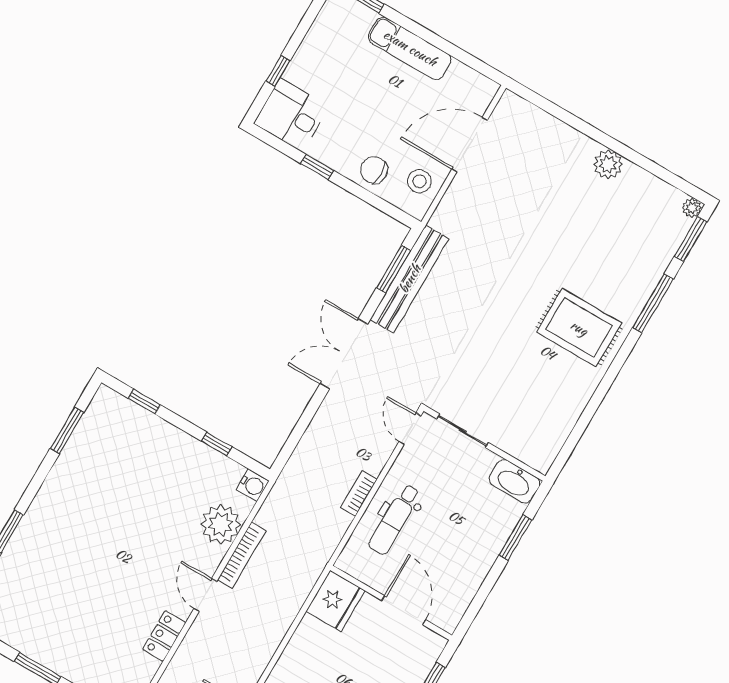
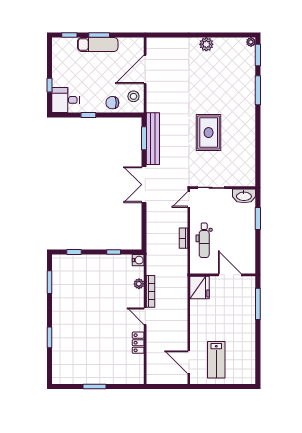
window: (422, 33) -> (99, 35), added
rug: (579, 328) -> (209, 133), moved, turned 90
door: (410, 429) -> (189, 199), hinge flipped
plant: (221, 524) -> (139, 284), width x0.53, depth x0.53

